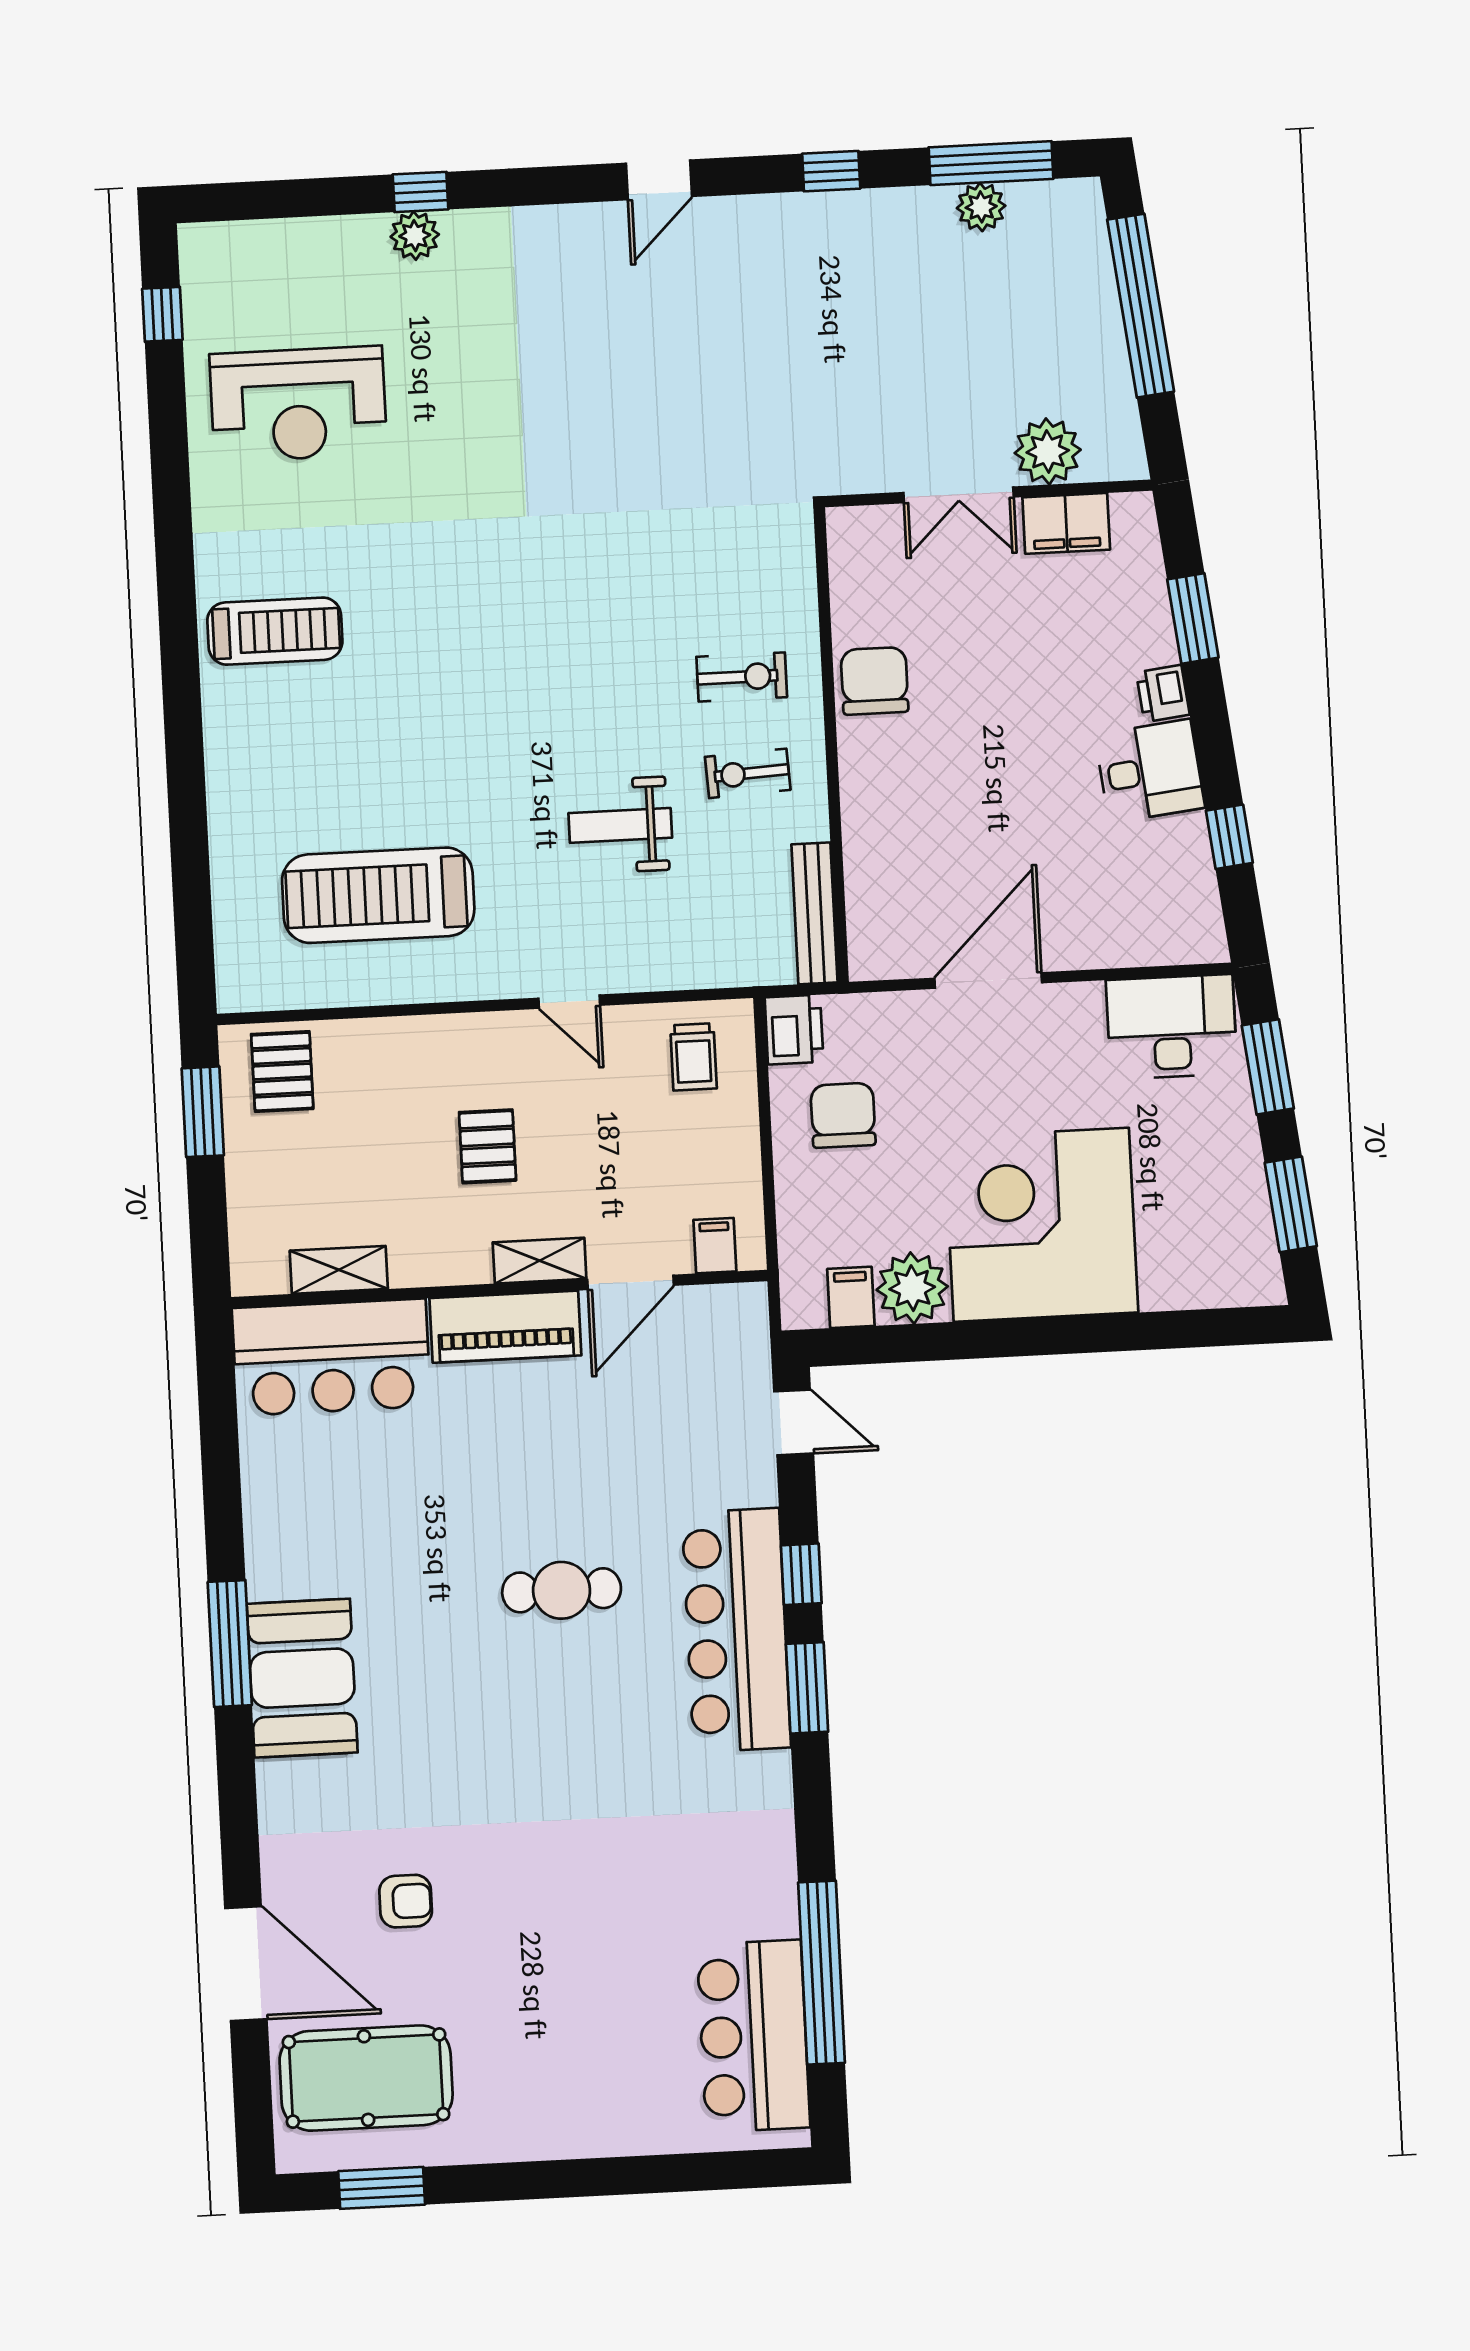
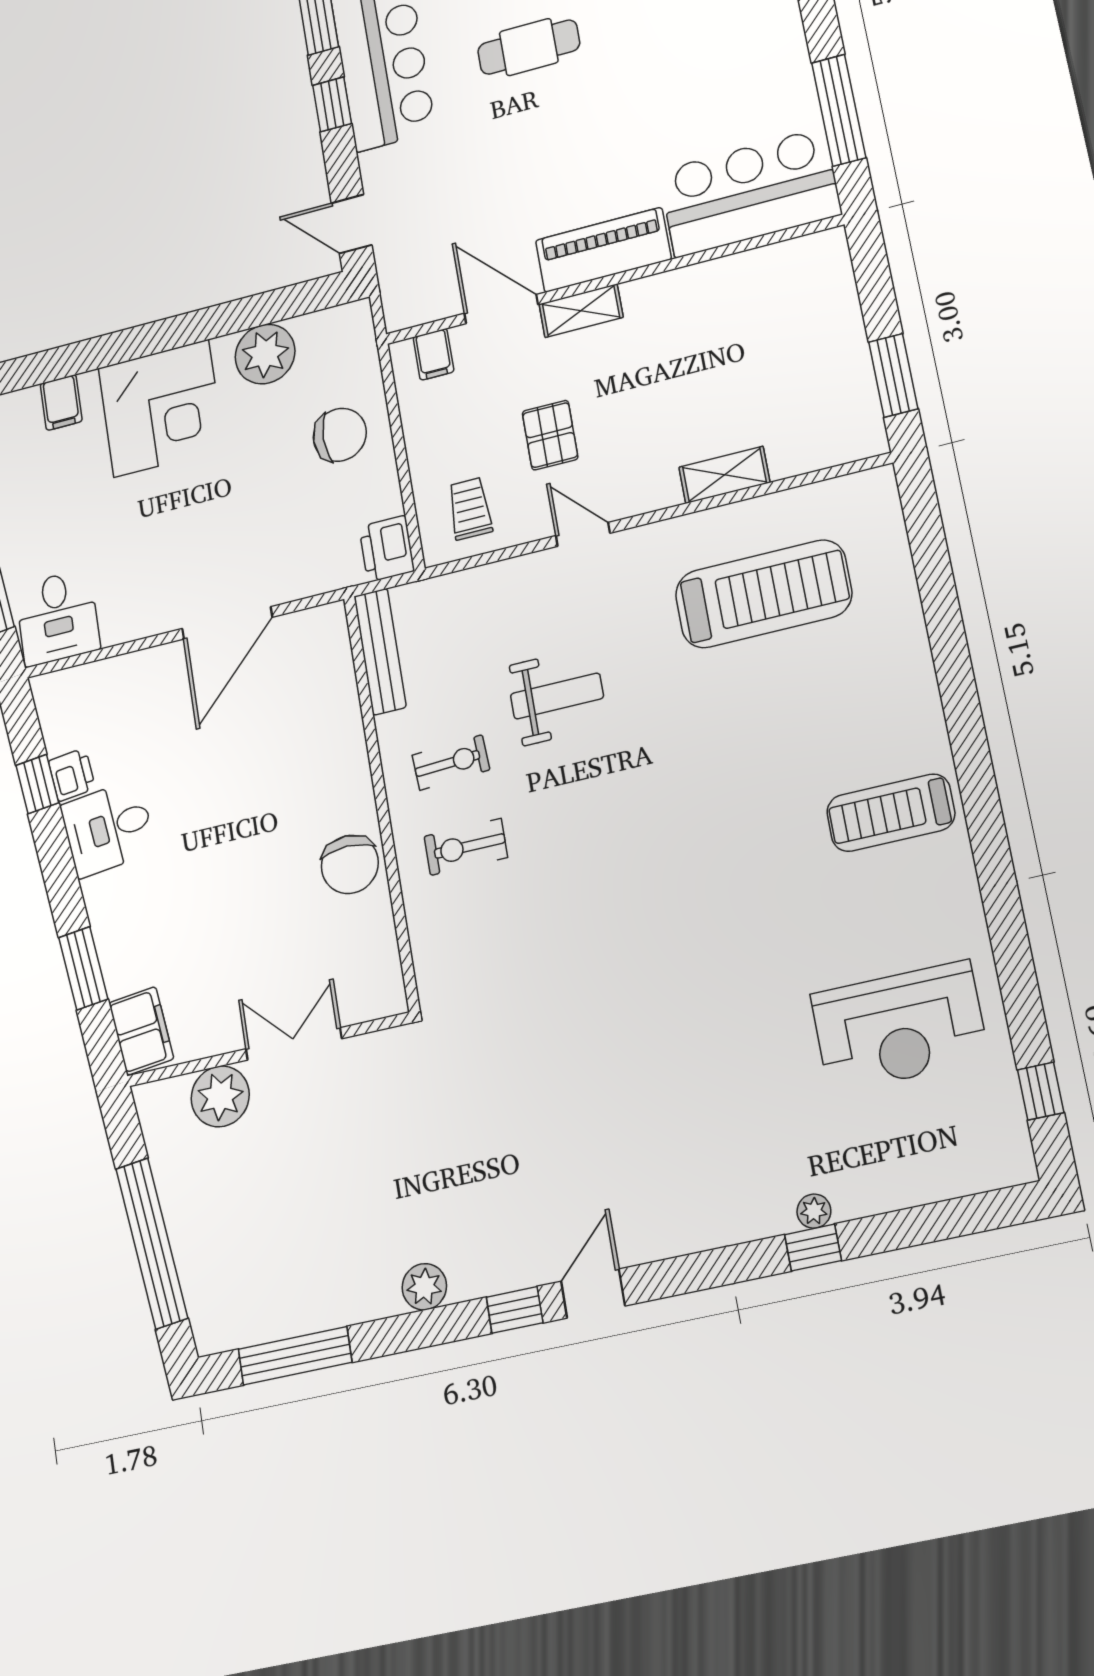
window: (831, 171) -> (515, 1310), moved
plant: (981, 207) -> (424, 1287), moved
plant: (415, 236) -> (814, 1211), width x0.73, depth x0.73
reception desk: (298, 404) -> (899, 1027), turned 180
filing cabinet: (1066, 523) -> (141, 1031), moved, turned 83
printer: (1163, 694) -> (72, 775), moved
desk: (1172, 1027) -> (58, 617), width x0.73
pallet: (282, 1072) -> (827, 424), removed
chair: (843, 1115) -> (340, 435), moved, turned -90
pallet: (488, 1146) -> (550, 435), moved
corner desk: (1041, 1225) -> (161, 408), width x0.74, depth x0.74
shelving: (339, 1270) -> (724, 475), moved
door: (631, 1282) -> (501, 309), hinge flipped
filing cabinet: (851, 1297) -> (61, 402), moved
window: (219, 1432) -> (839, 110), added

